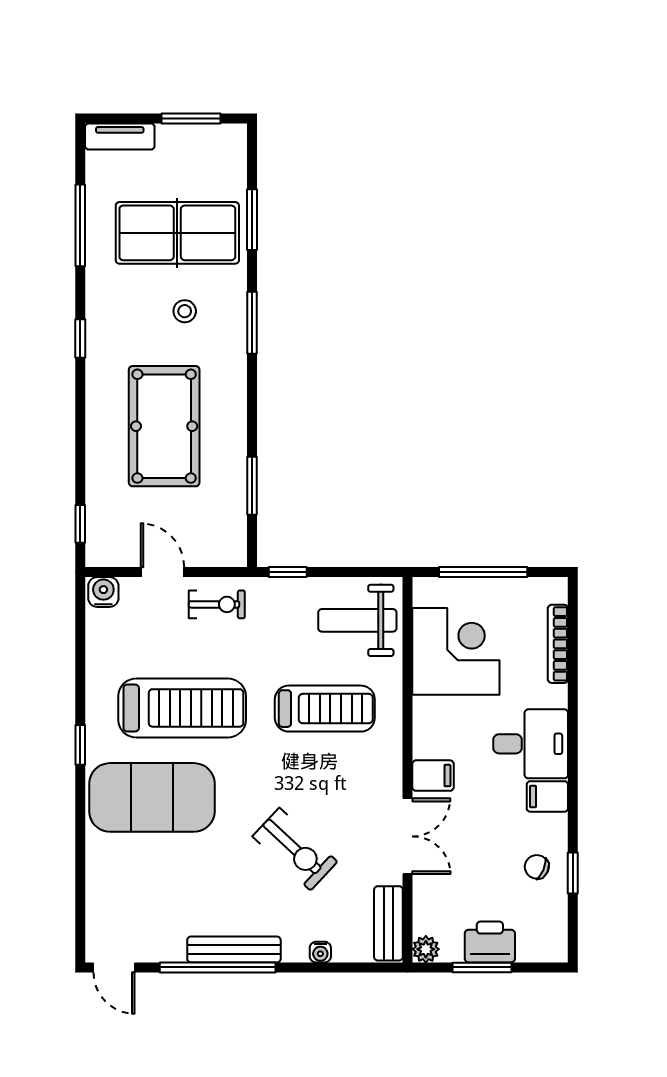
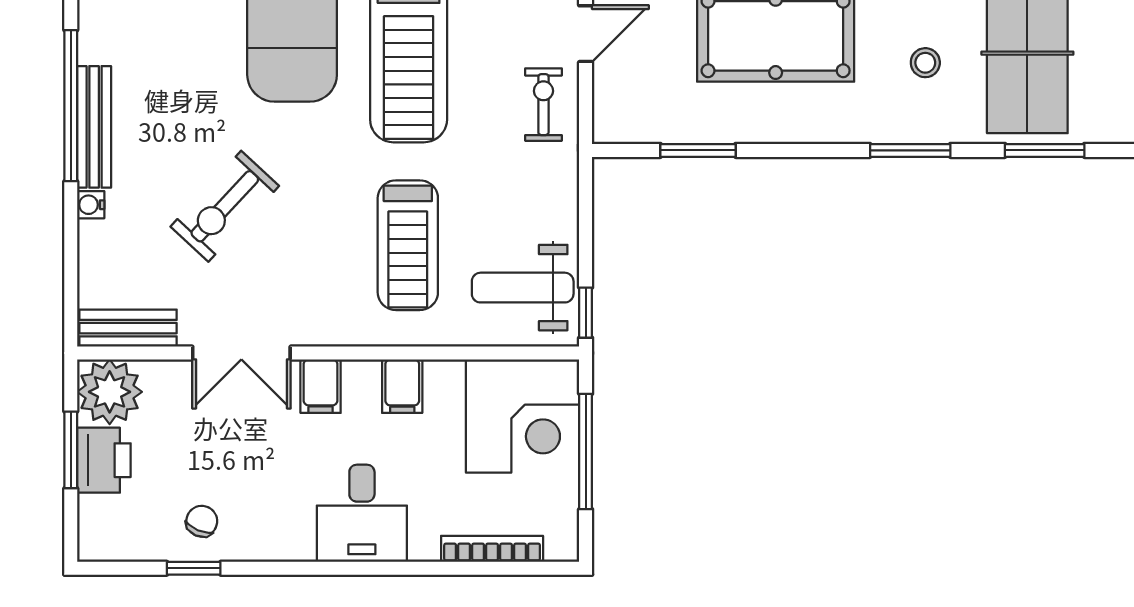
window: (288, 572) -> (586, 313), moved
exercise bike: (217, 604) -> (543, 105), turned 180
weight bench: (357, 620) -> (523, 288), turned -90
corner desk: (456, 651) -> (523, 416), moved
filing cabinet: (547, 796) -> (402, 386), moved, turned 180
plant: (426, 949) -> (110, 392), width x1.88, depth x1.88
water cooler: (320, 952) -> (91, 205), moved

